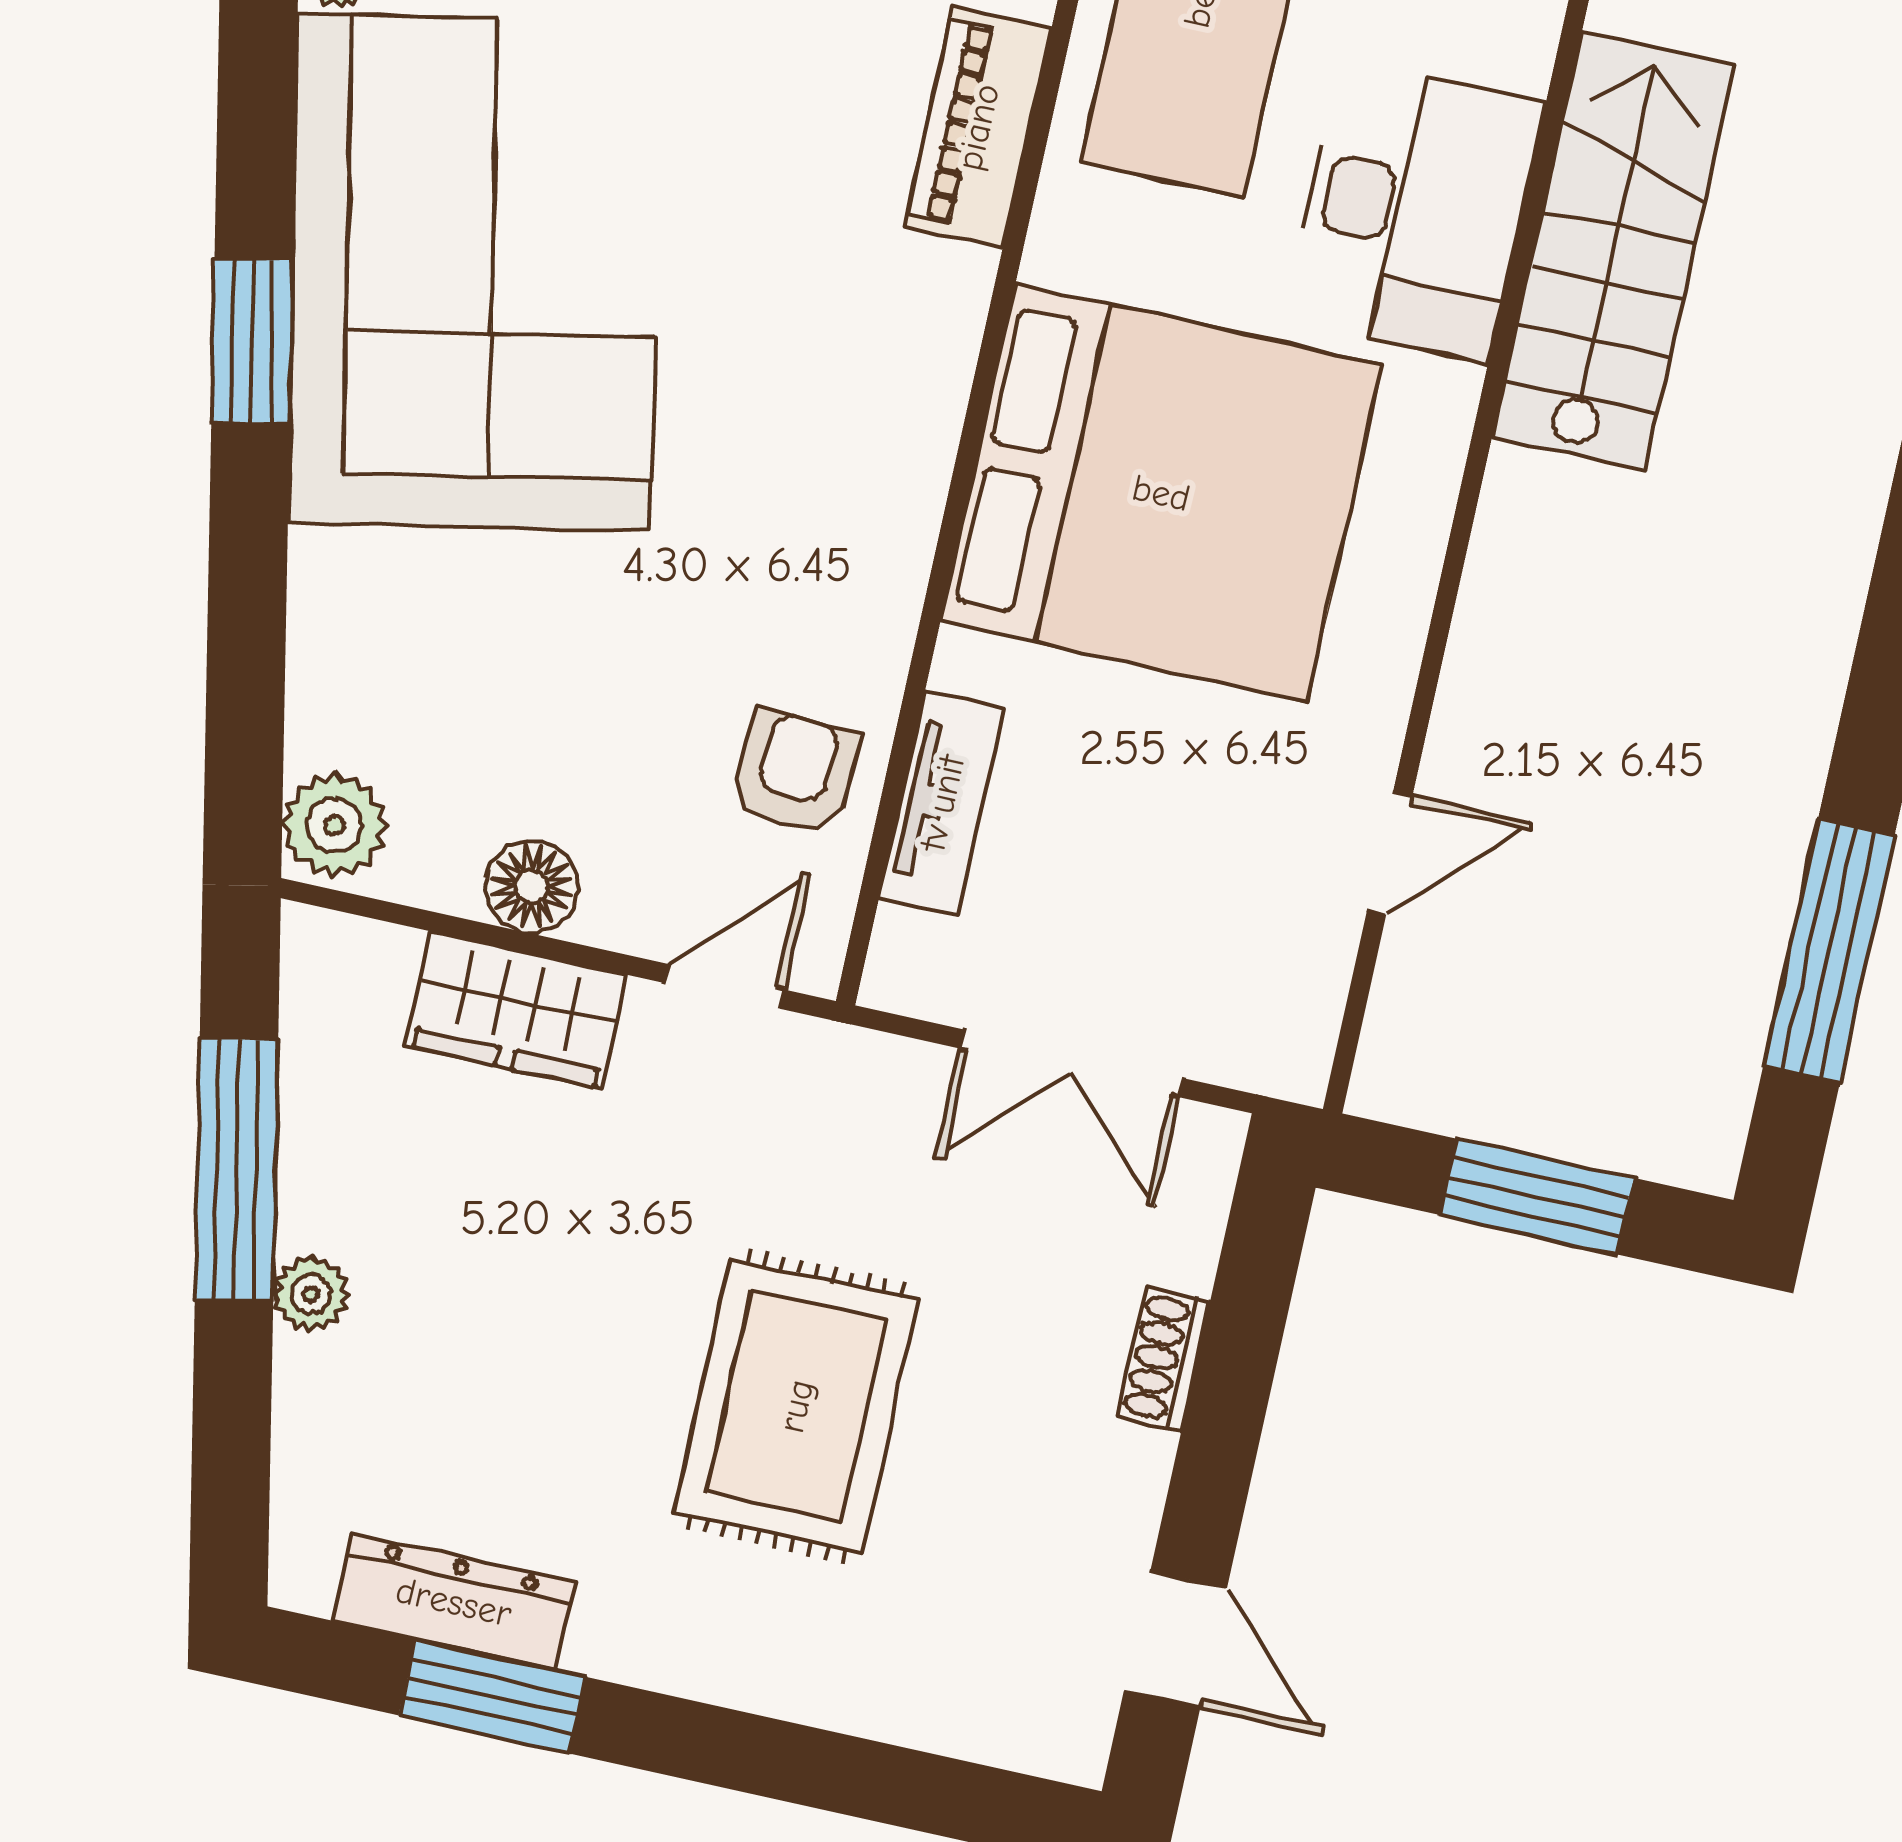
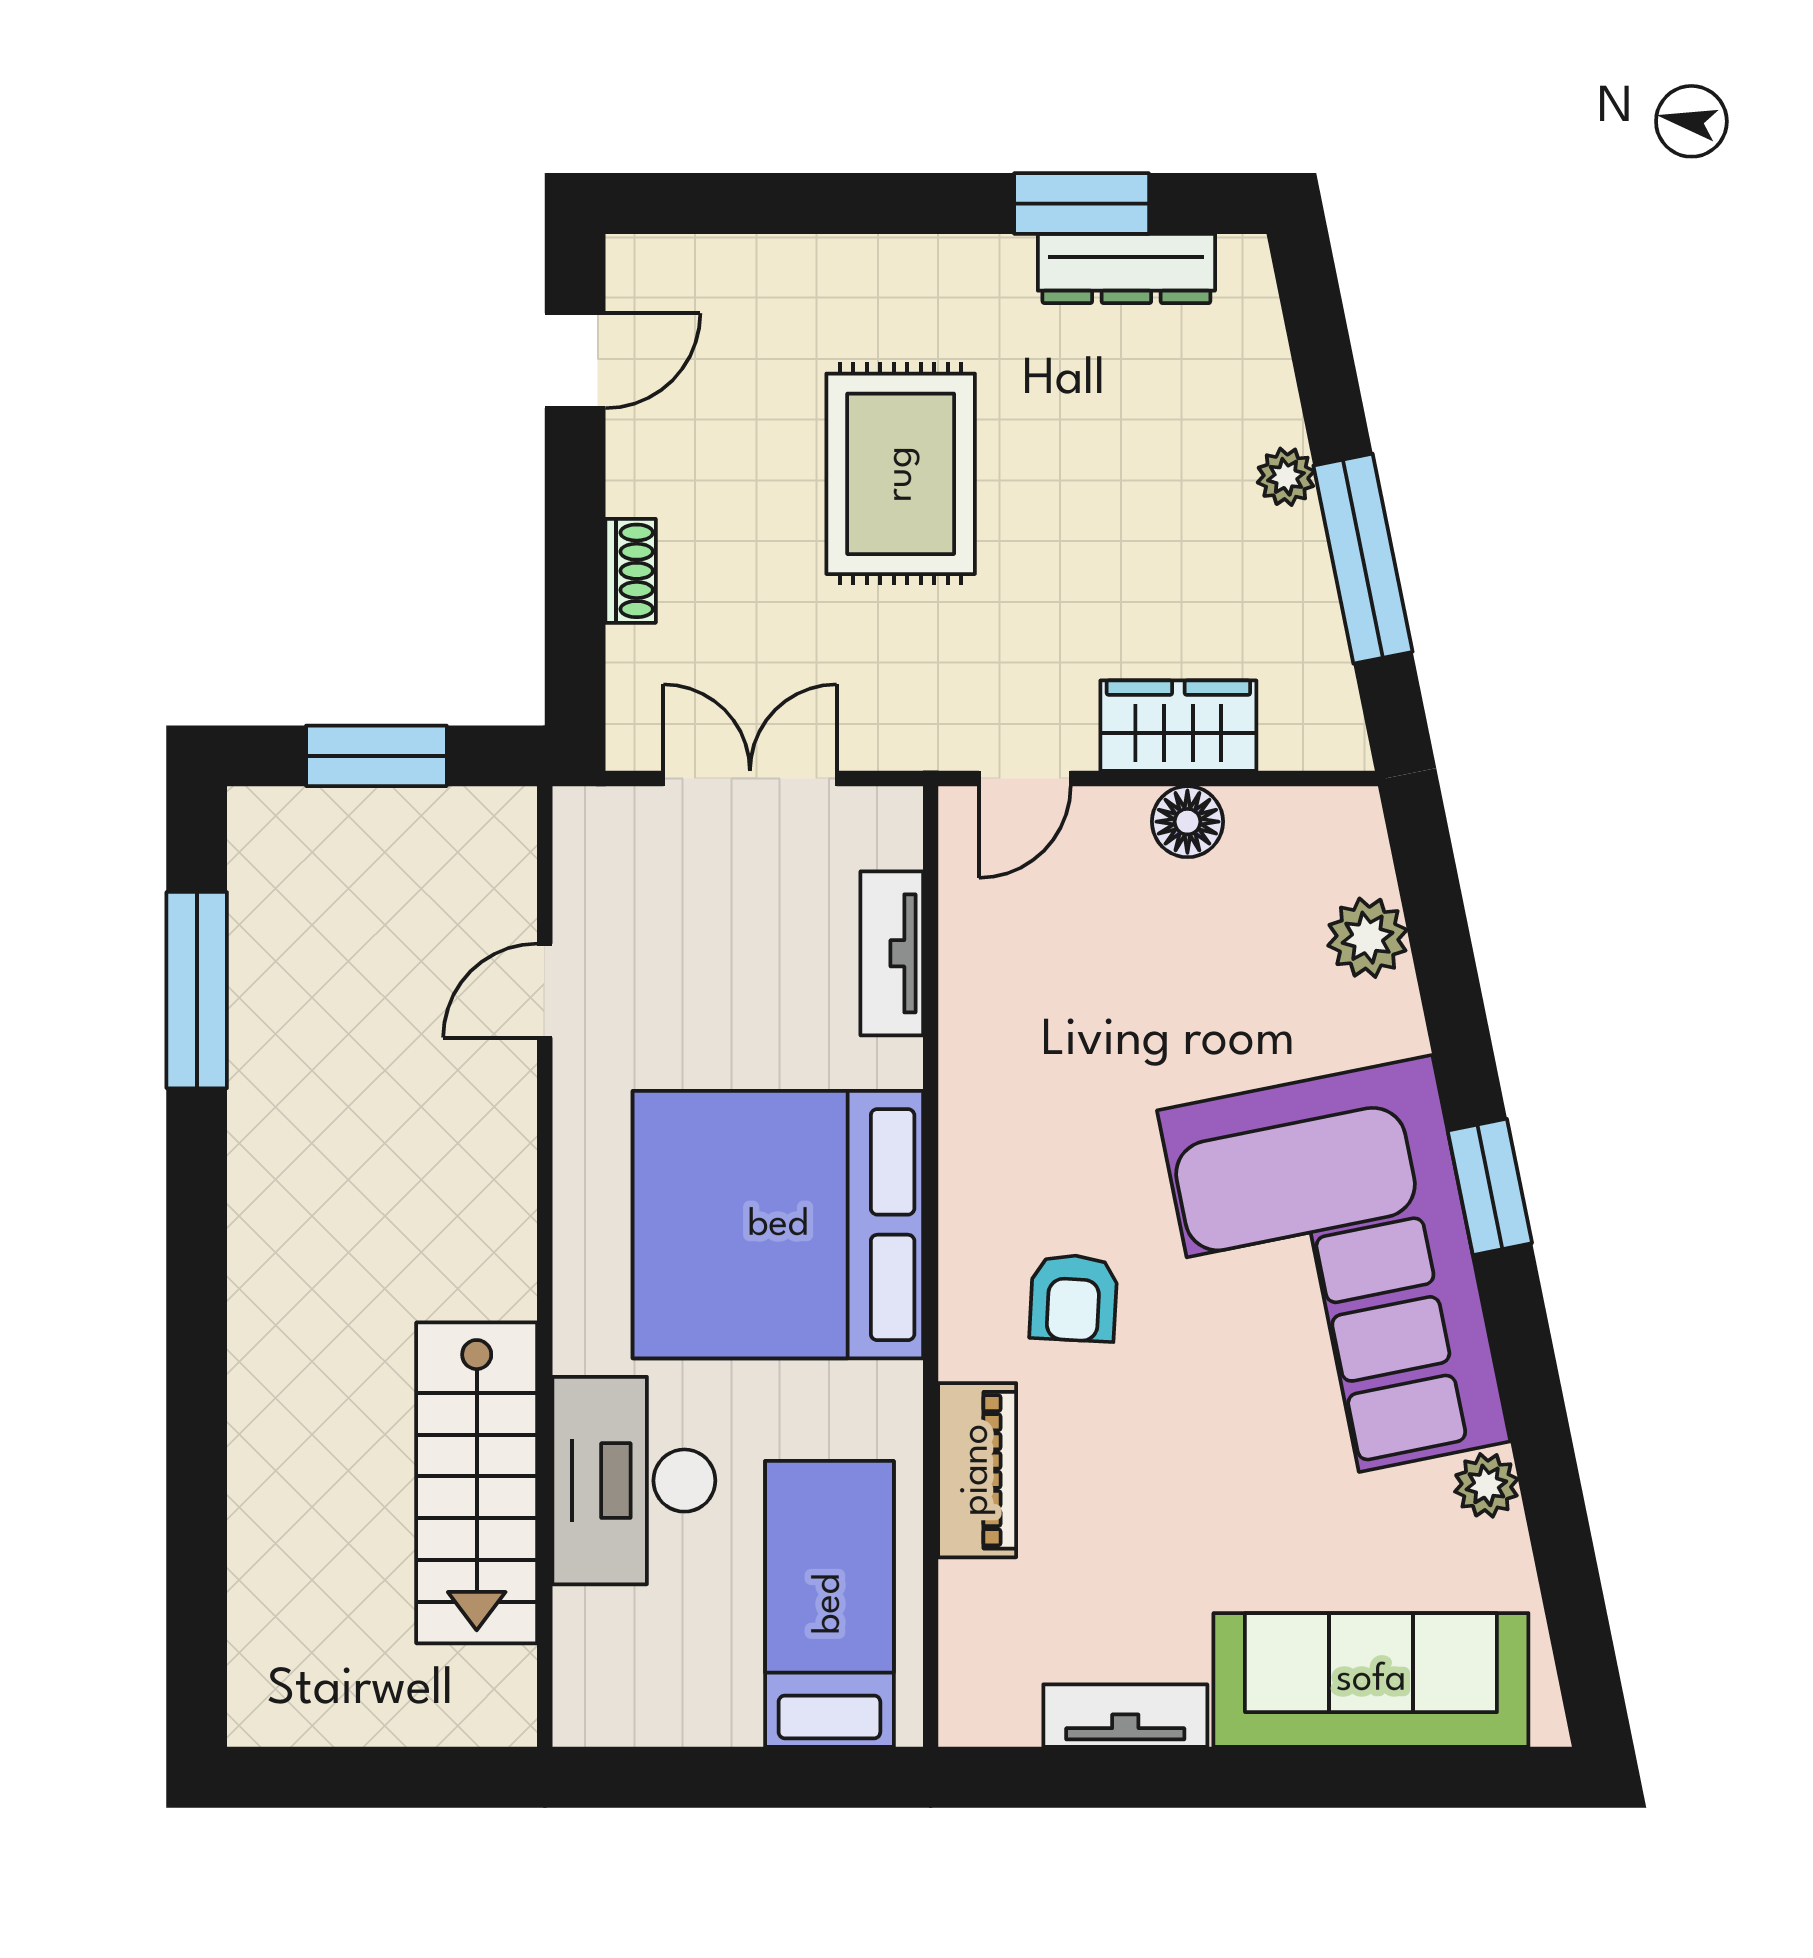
armchair: (795, 773) -> (1074, 1298), moved
plant: (334, 825) -> (1367, 938), moved
door: (1175, 1640) -> (575, 361), swing flipped

